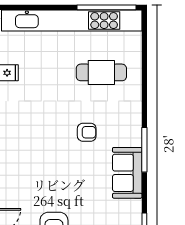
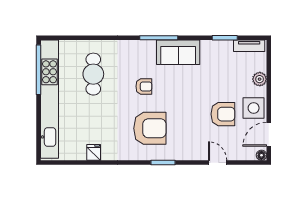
armchair: (87, 132) -> (144, 86), turned 90
armchair: (37, 139) -> (150, 128), added

